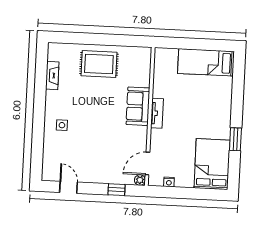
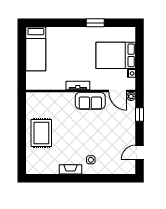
fireplace: (52, 75) -> (70, 169), moved
sofa: (138, 106) -> (90, 101), moved
bed: (212, 164) -> (116, 55), moved

